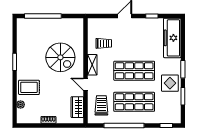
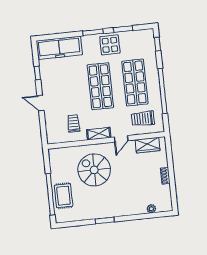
spiral stairs: (60, 57) -> (94, 170), turned -90
rug: (29, 87) -> (63, 196), moved

